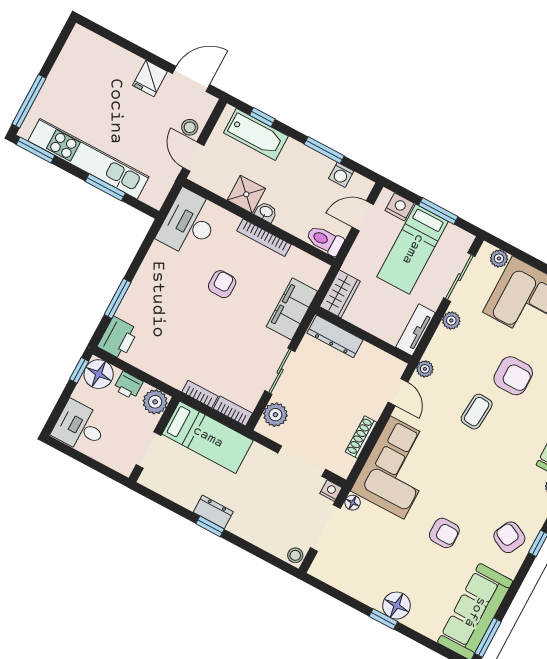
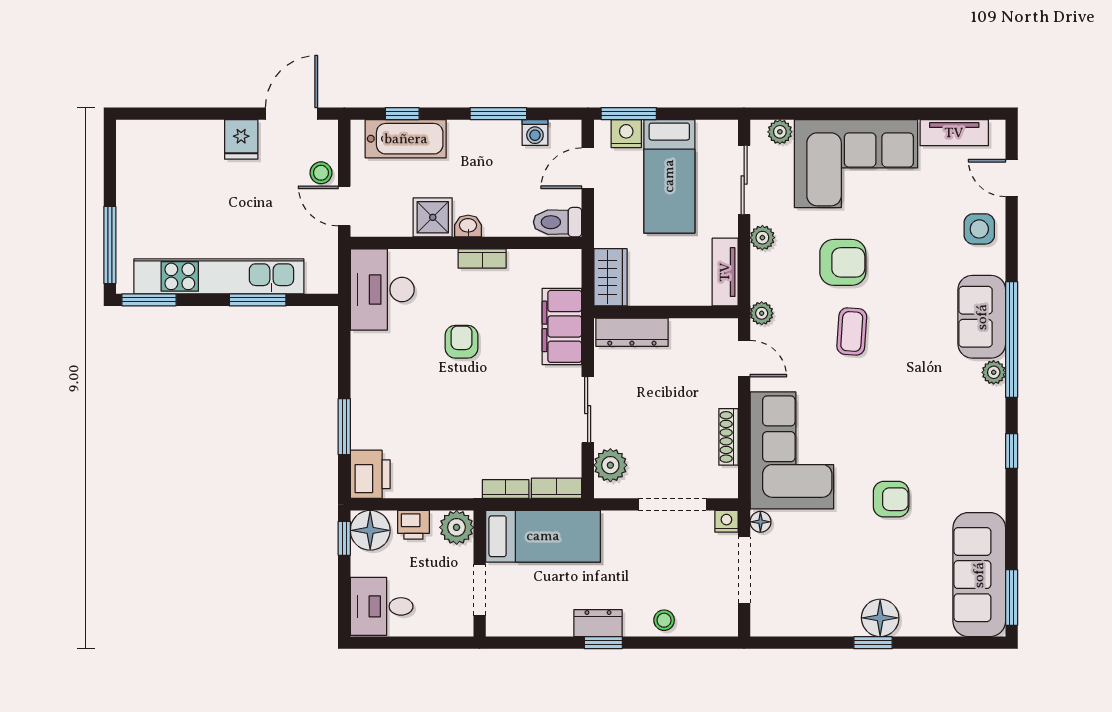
window: (438, 211) -> (629, 114), moved
bookcase: (264, 238) -> (482, 258), width x0.64
armchair: (513, 376) -> (843, 262), moved
armchair: (509, 537) -> (973, 462), removed
stool: (295, 555) -> (664, 620), moved

